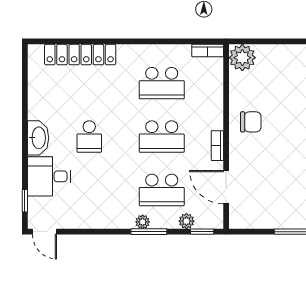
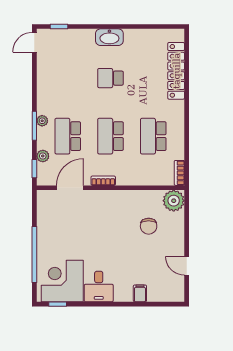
chair: (251, 122) -> (149, 226), moved
desk: (49, 176) -> (79, 46), removed

